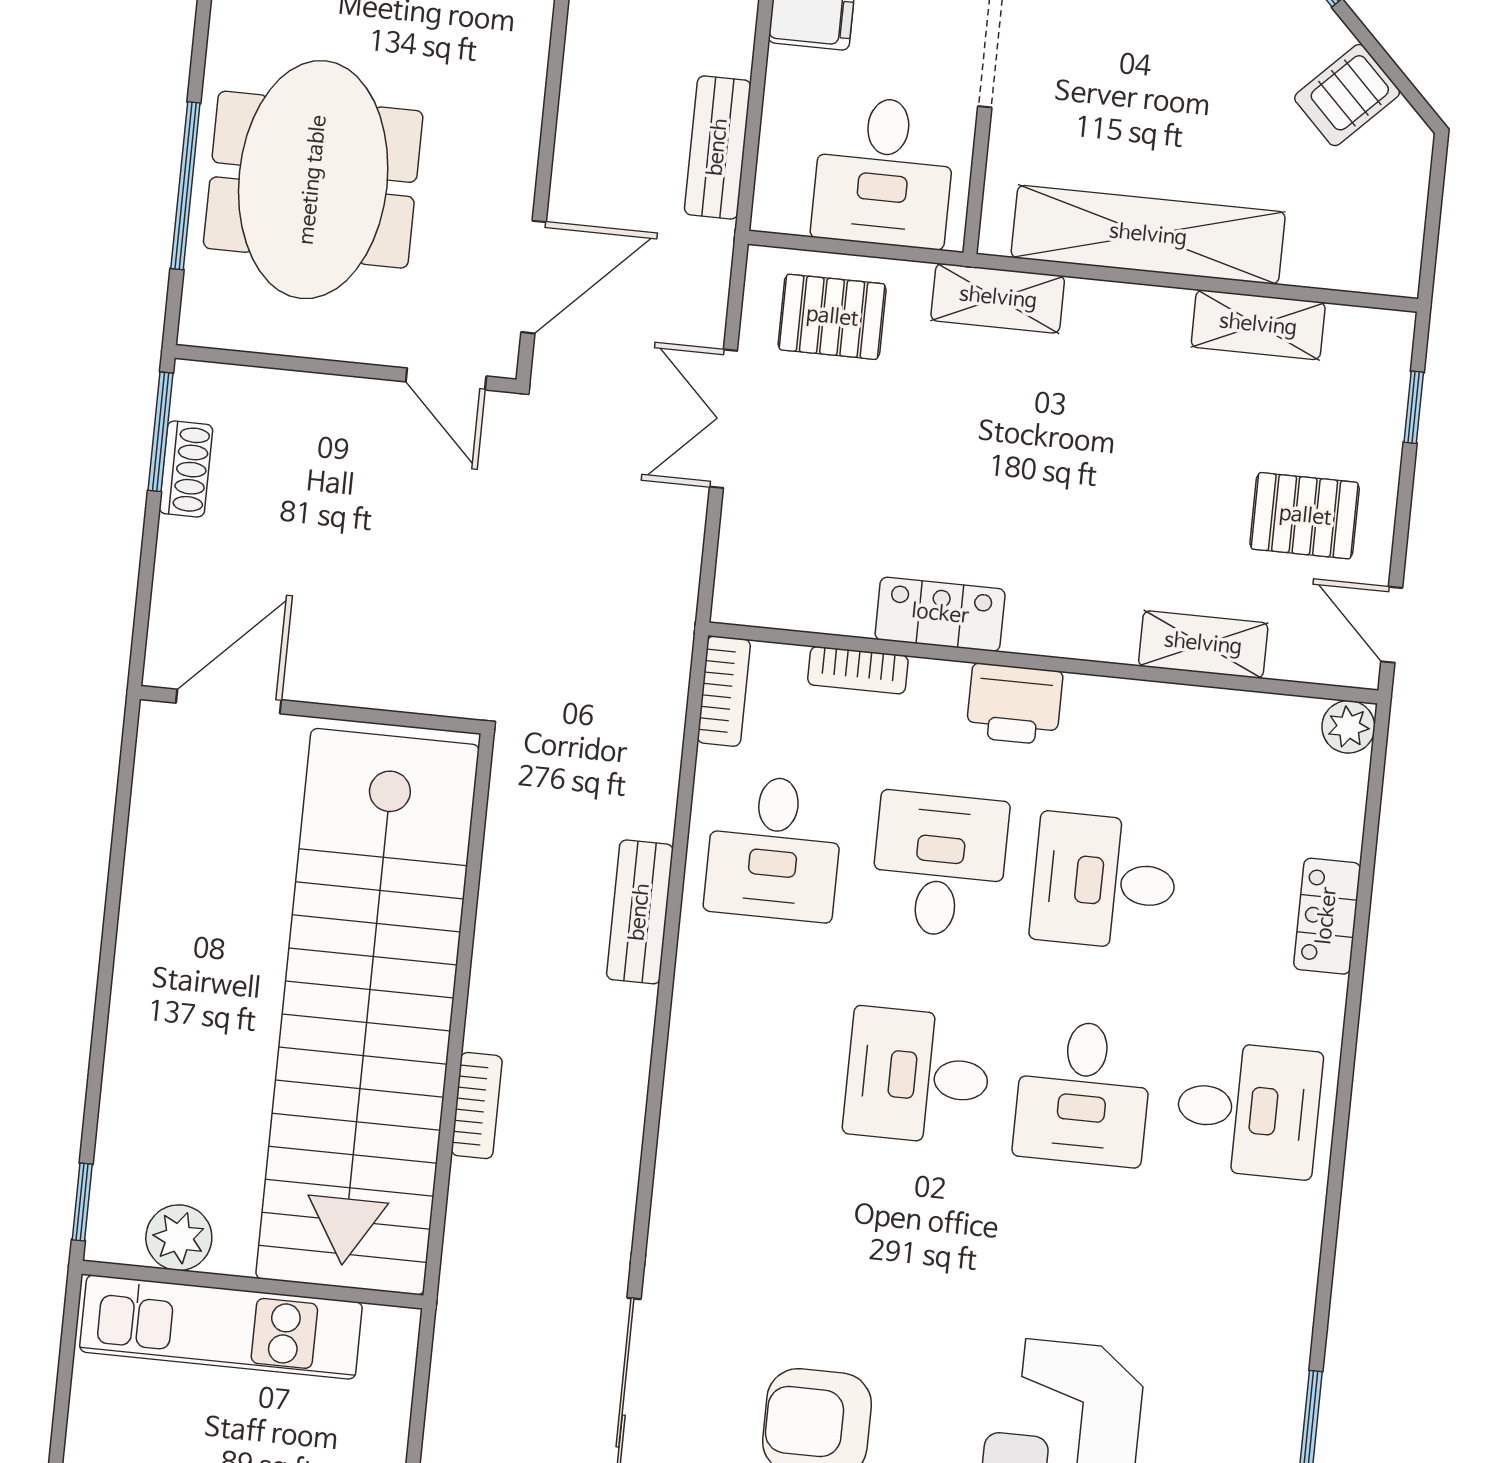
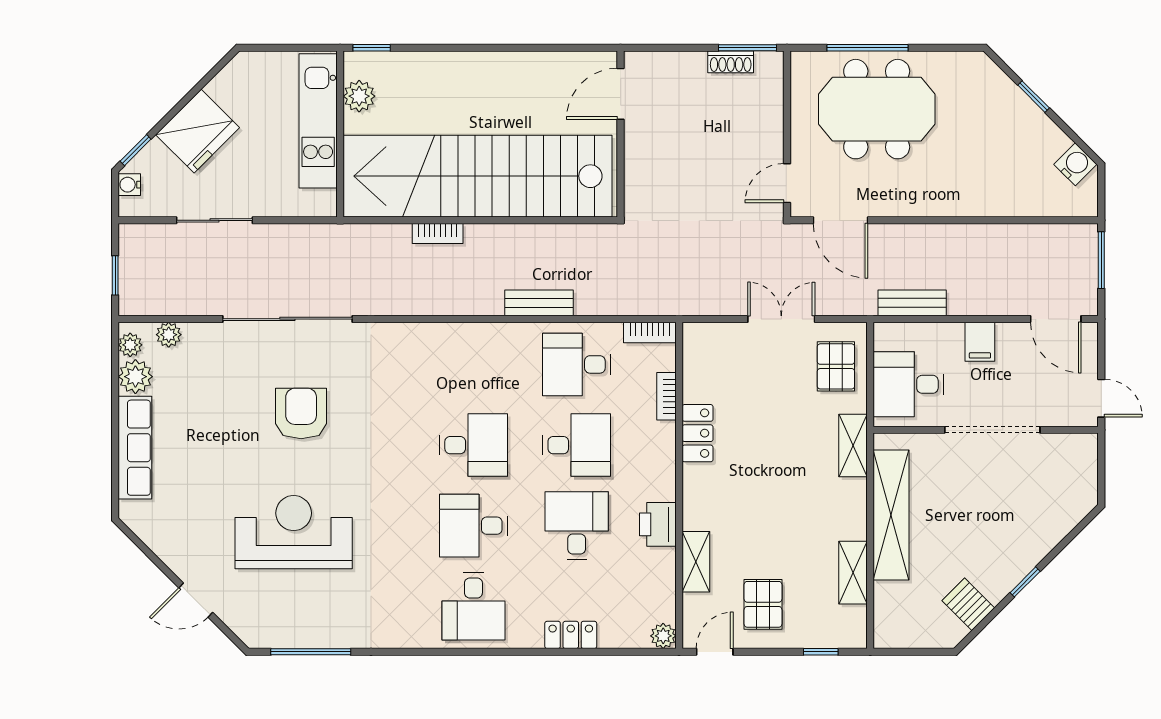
door: (229, 701) -> (621, 94), swing flipped
printer: (1014, 704) -> (658, 524), moved
desk: (918, 1076) -> (473, 445), turned 90

